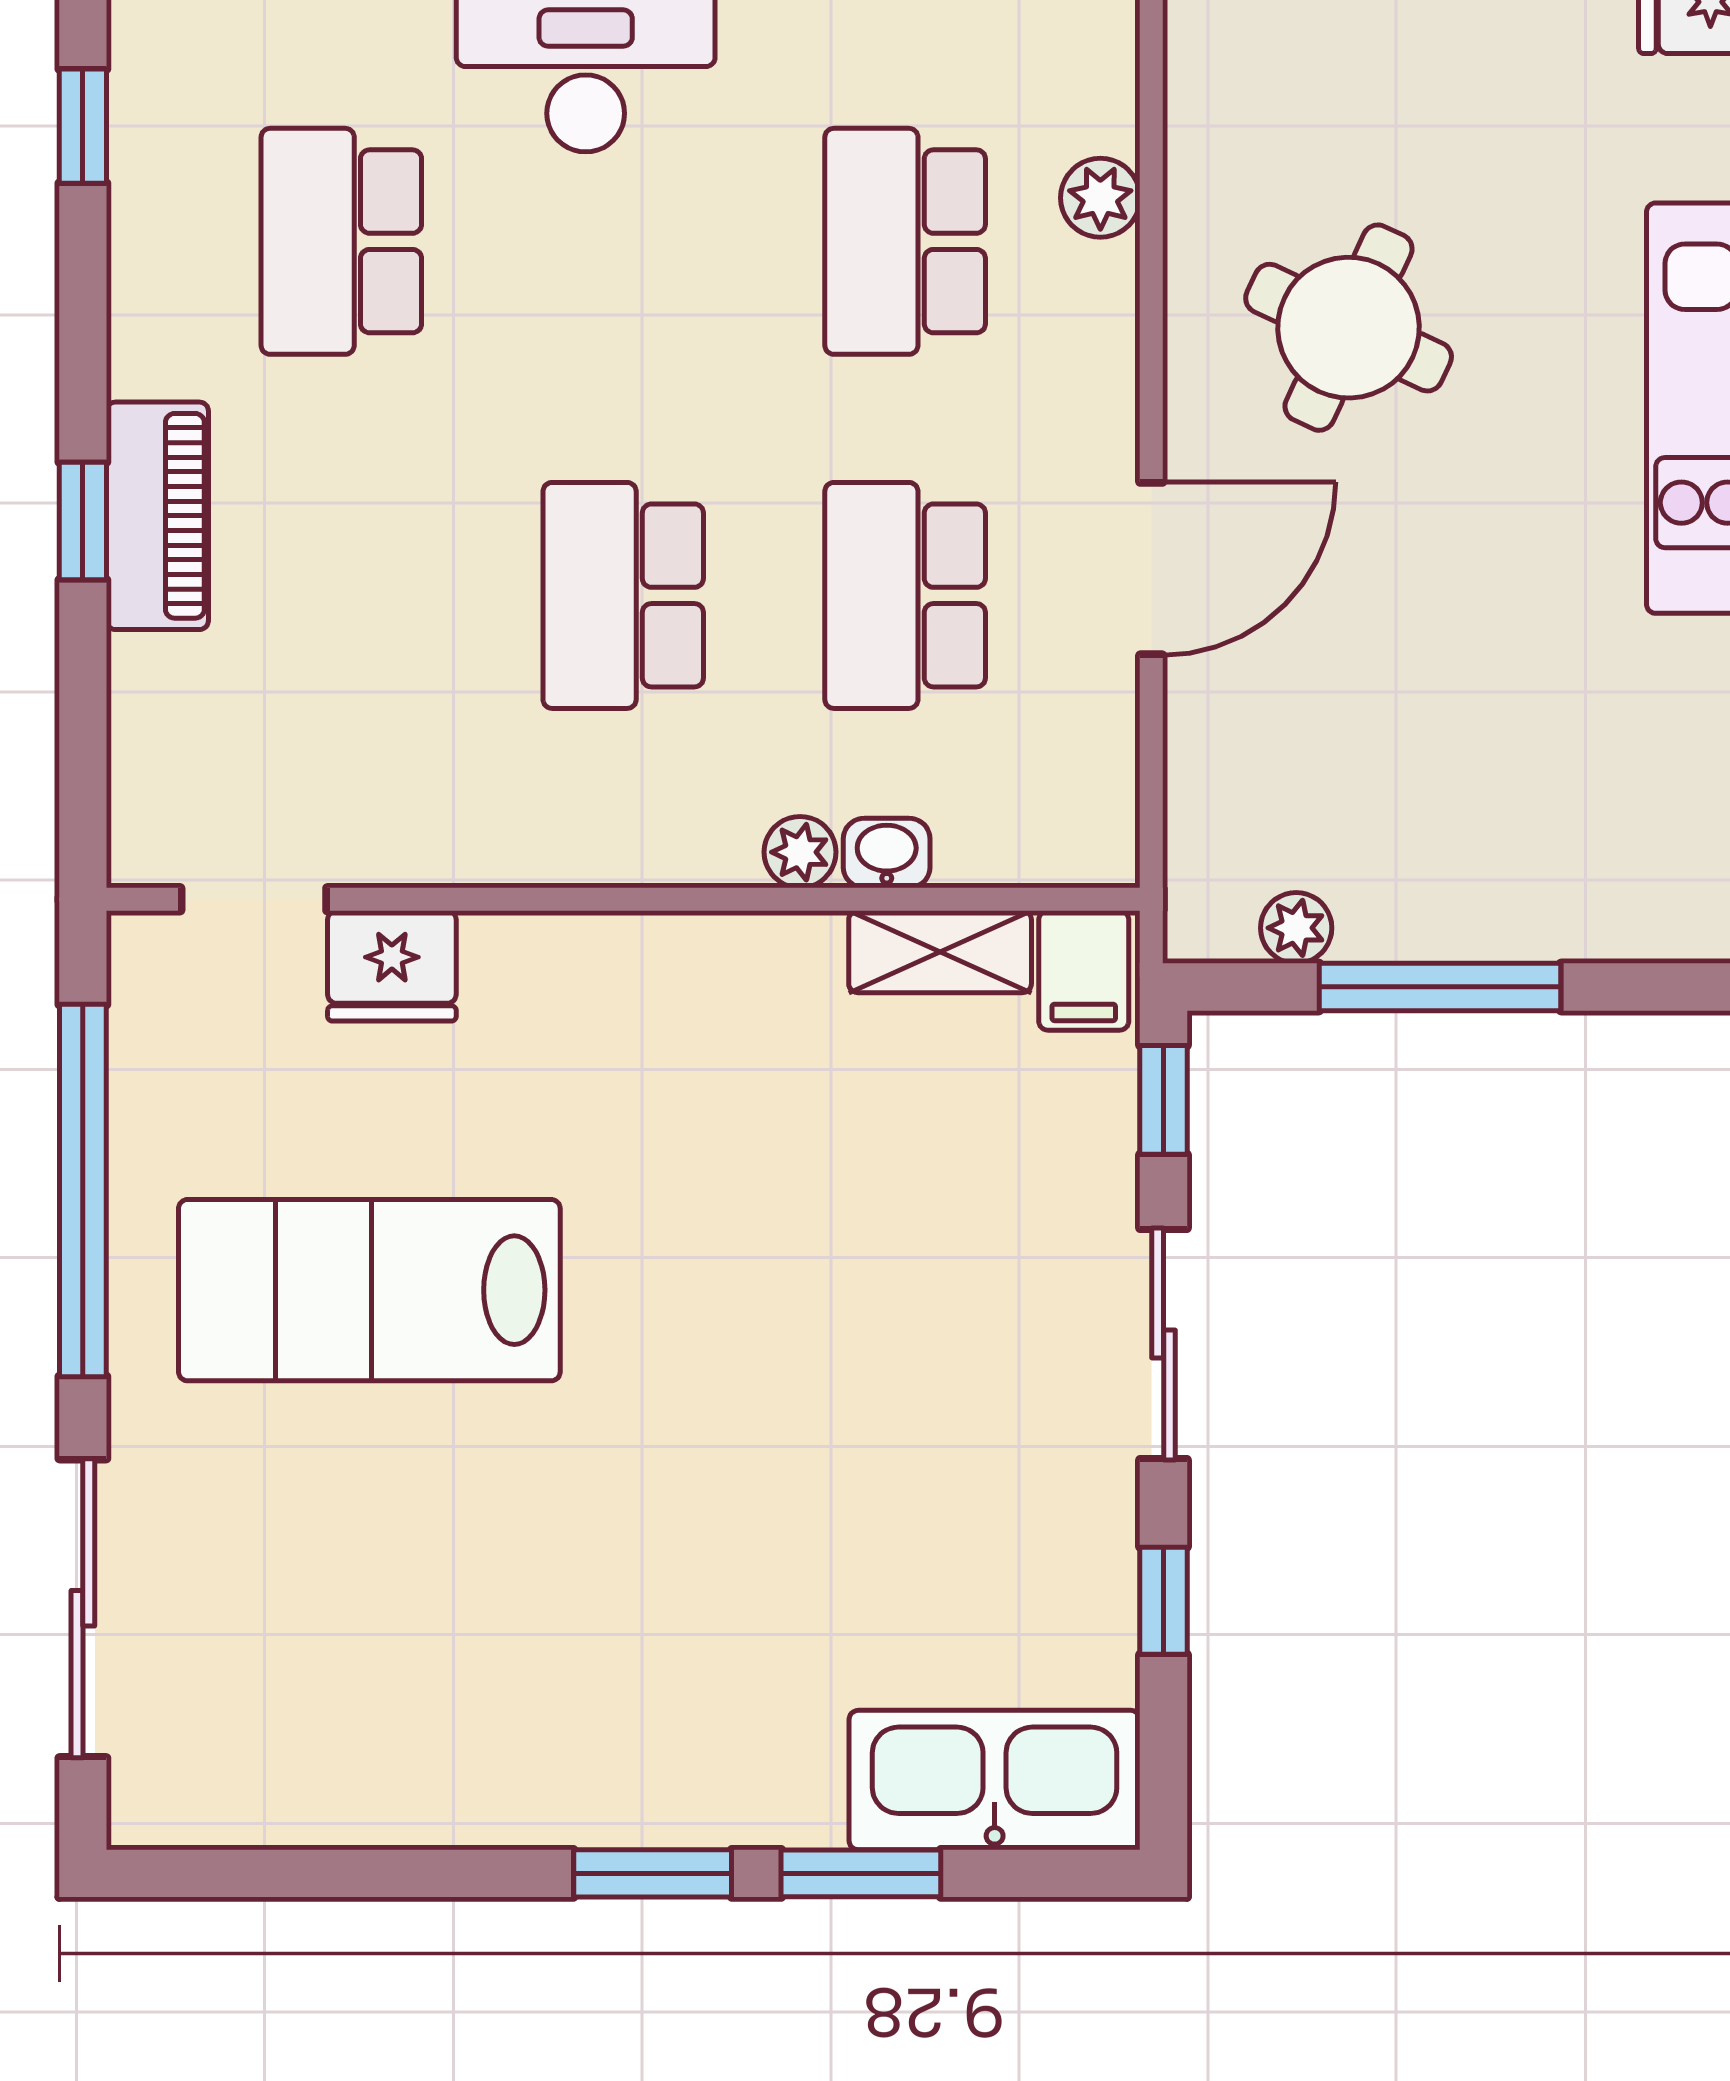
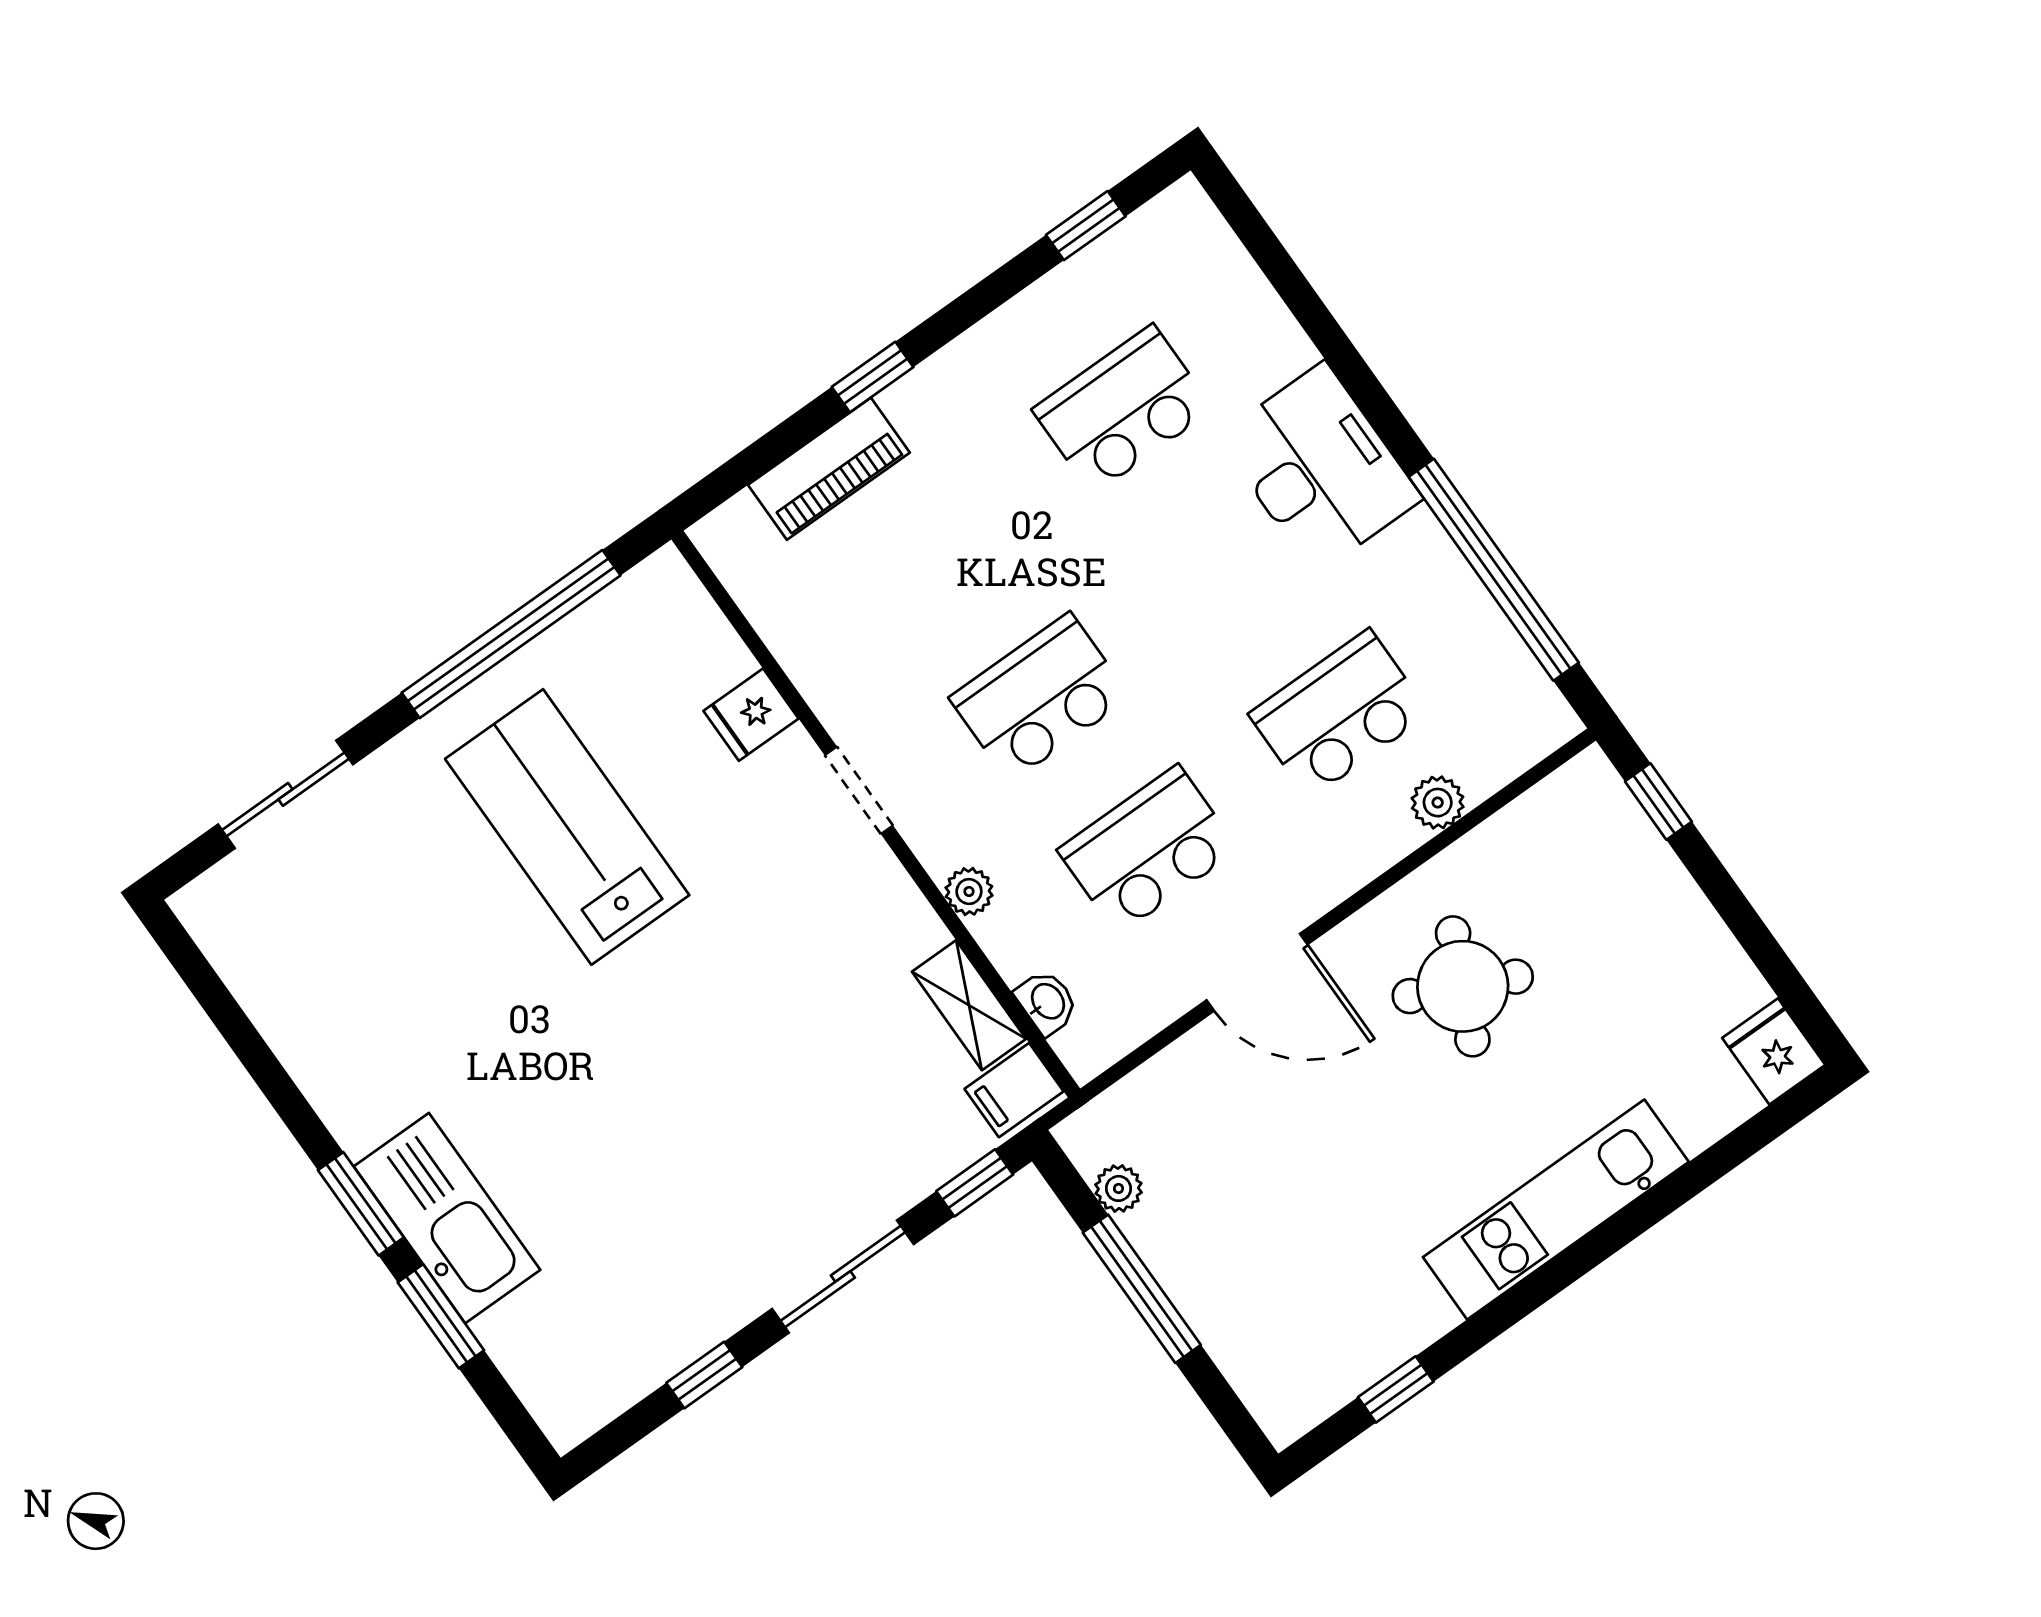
piano: (157, 516) -> (829, 469), moved
washbasin: (887, 853) -> (1047, 1002), moved
doorway: (254, 899) -> (859, 790), moved
fridge: (392, 966) -> (751, 715), width x0.72
sliding door: (83, 1608) -> (285, 794), width x0.73
kitchen sink: (995, 1780) -> (447, 1218), moved

